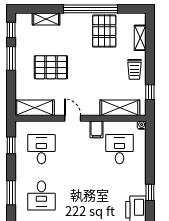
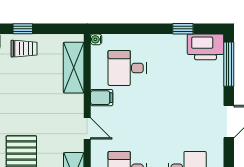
window: (150, 92) -> (23, 29), moved
door: (73, 118) -> (87, 128), swing flipped

